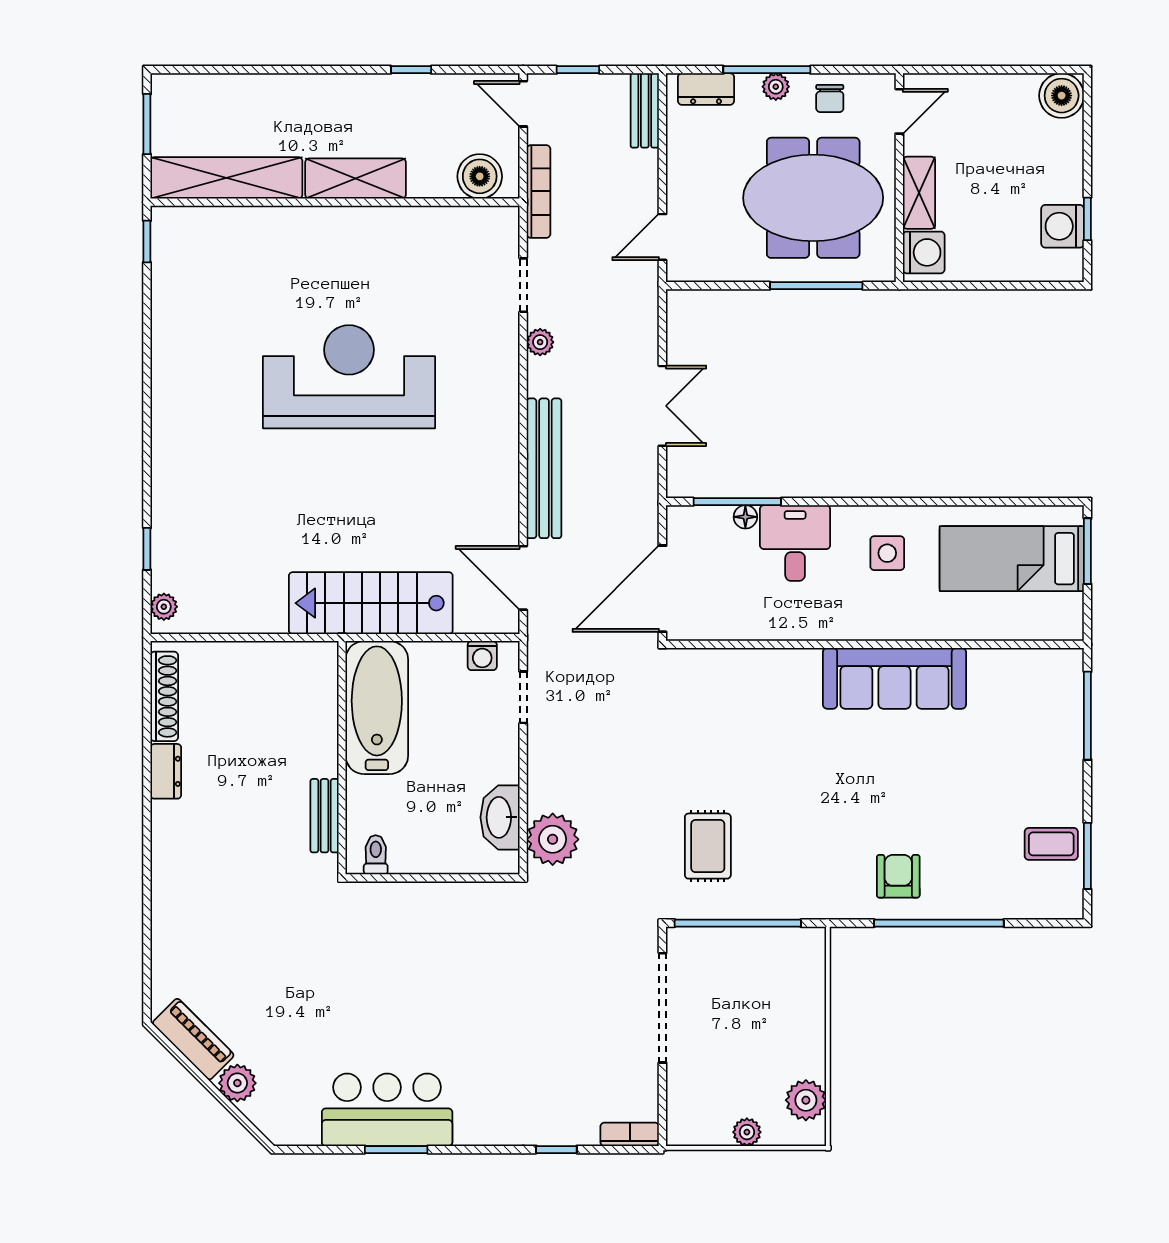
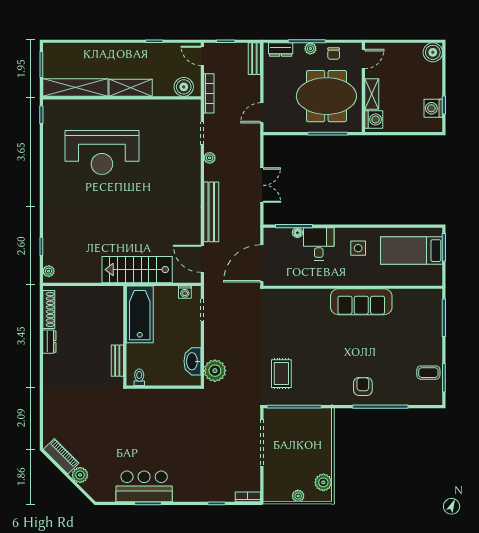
reception desk: (349, 377) -> (102, 152), moved, turned 180

